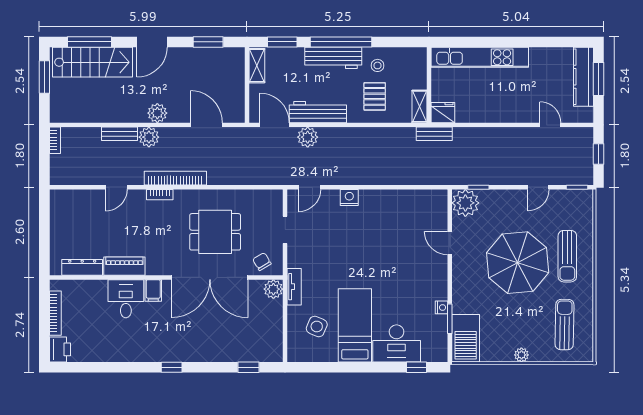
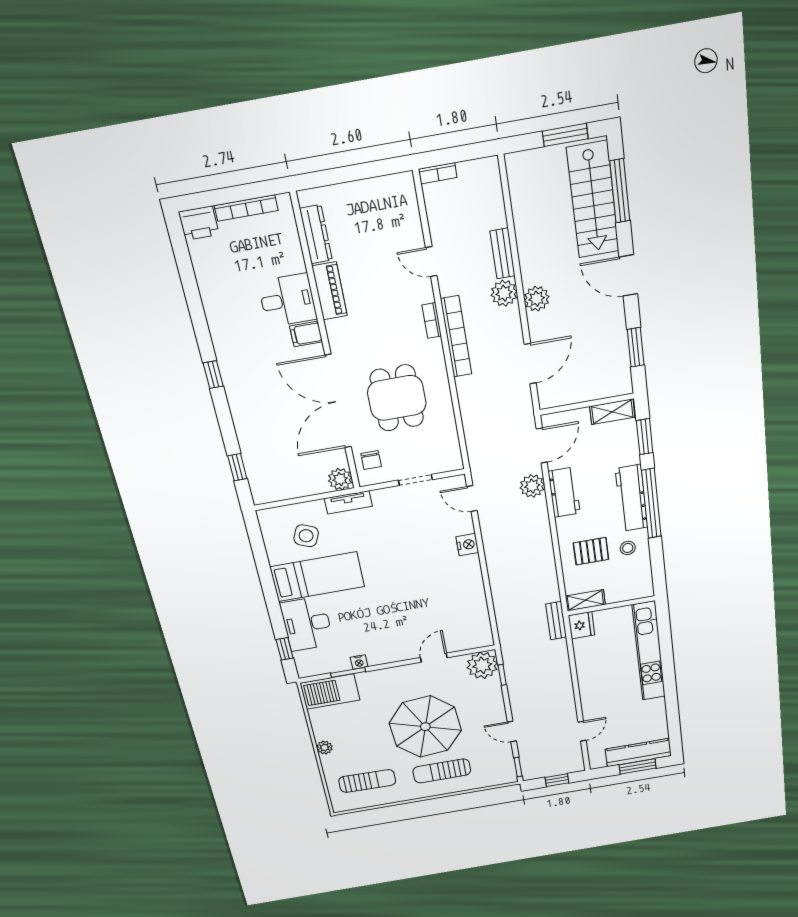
workbench: (318, 112) -> (564, 492), width x0.73
bookcase: (55, 140) -> (438, 173), moved
chair: (262, 262) -> (371, 460), turned 121

